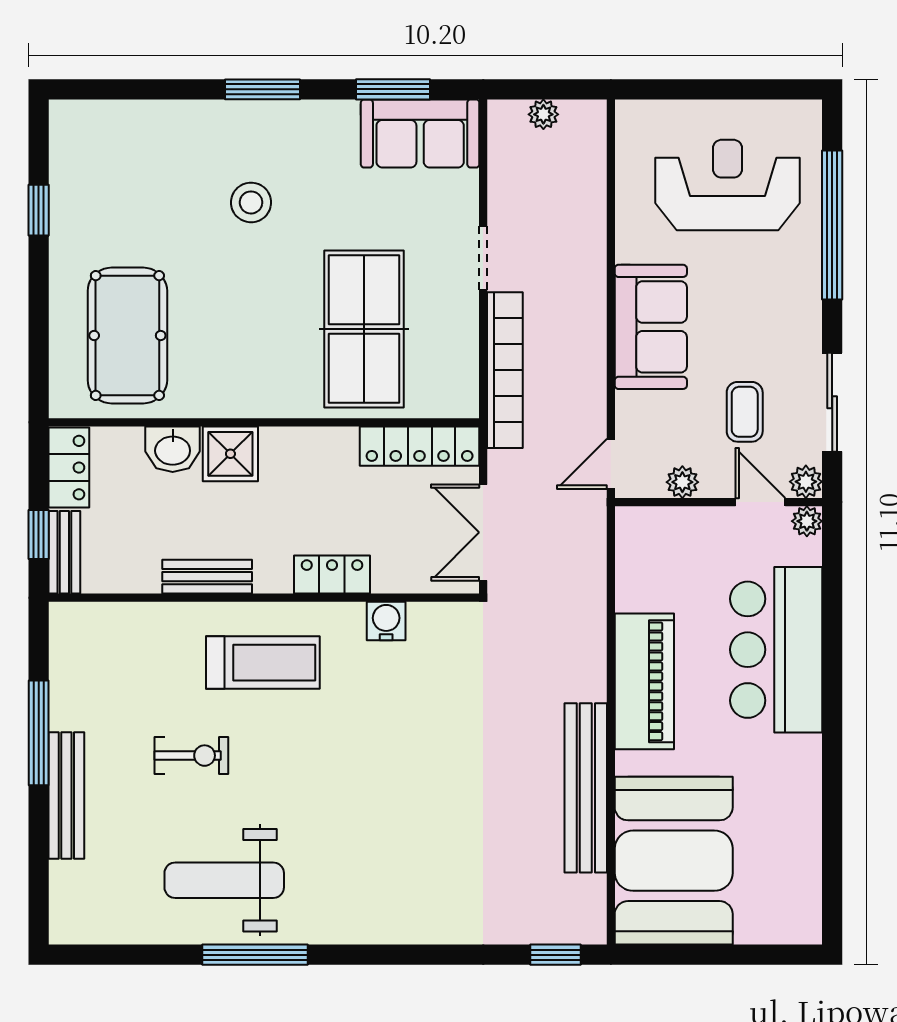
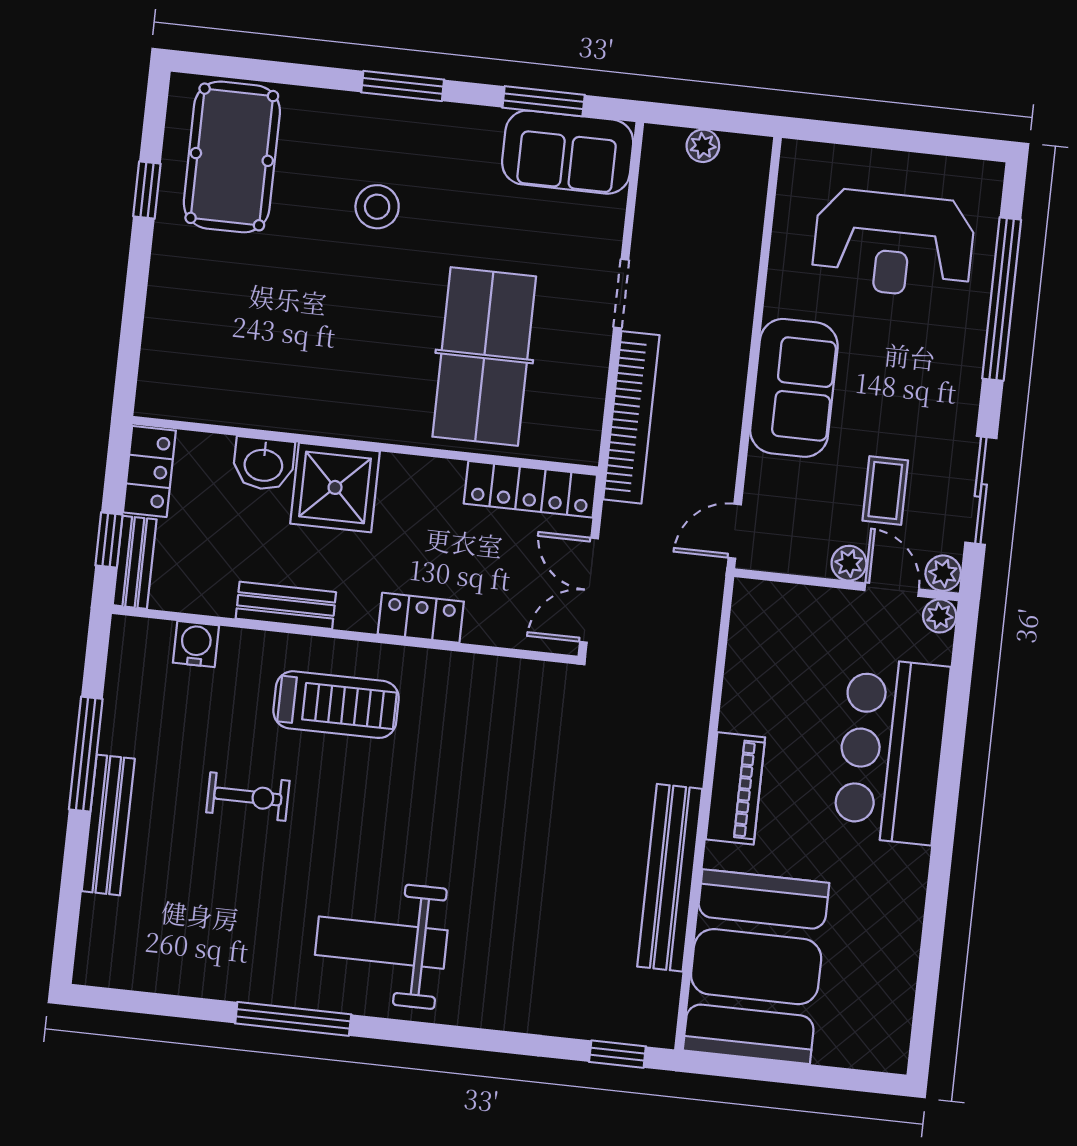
reception desk: (727, 185) -> (893, 244), turned 180
pool table: (127, 335) -> (232, 157), moved
shower: (230, 454) -> (335, 487), width x1.36, depth x1.36
plant: (682, 482) -> (849, 563), moved
water cooler: (386, 621) -> (196, 644), moved
piano: (644, 681) -> (735, 788), width x0.73, depth x0.75
weight bench: (224, 880) -> (381, 943), moved

